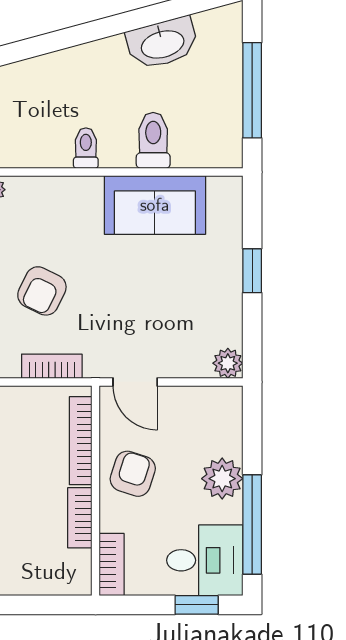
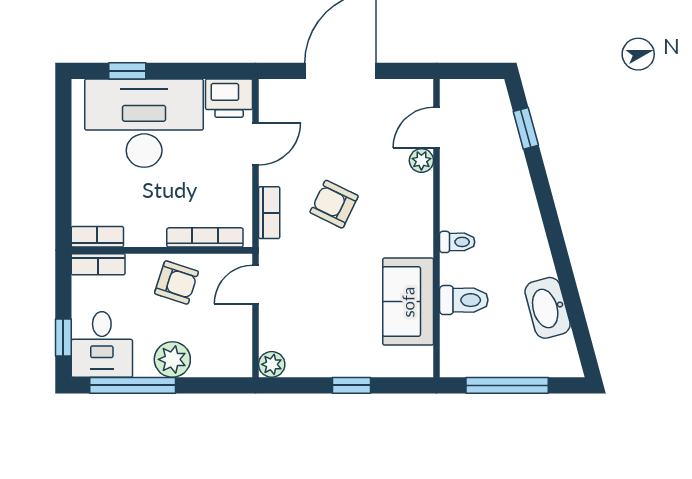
bookcase: (80, 518) -> (97, 237), moved

